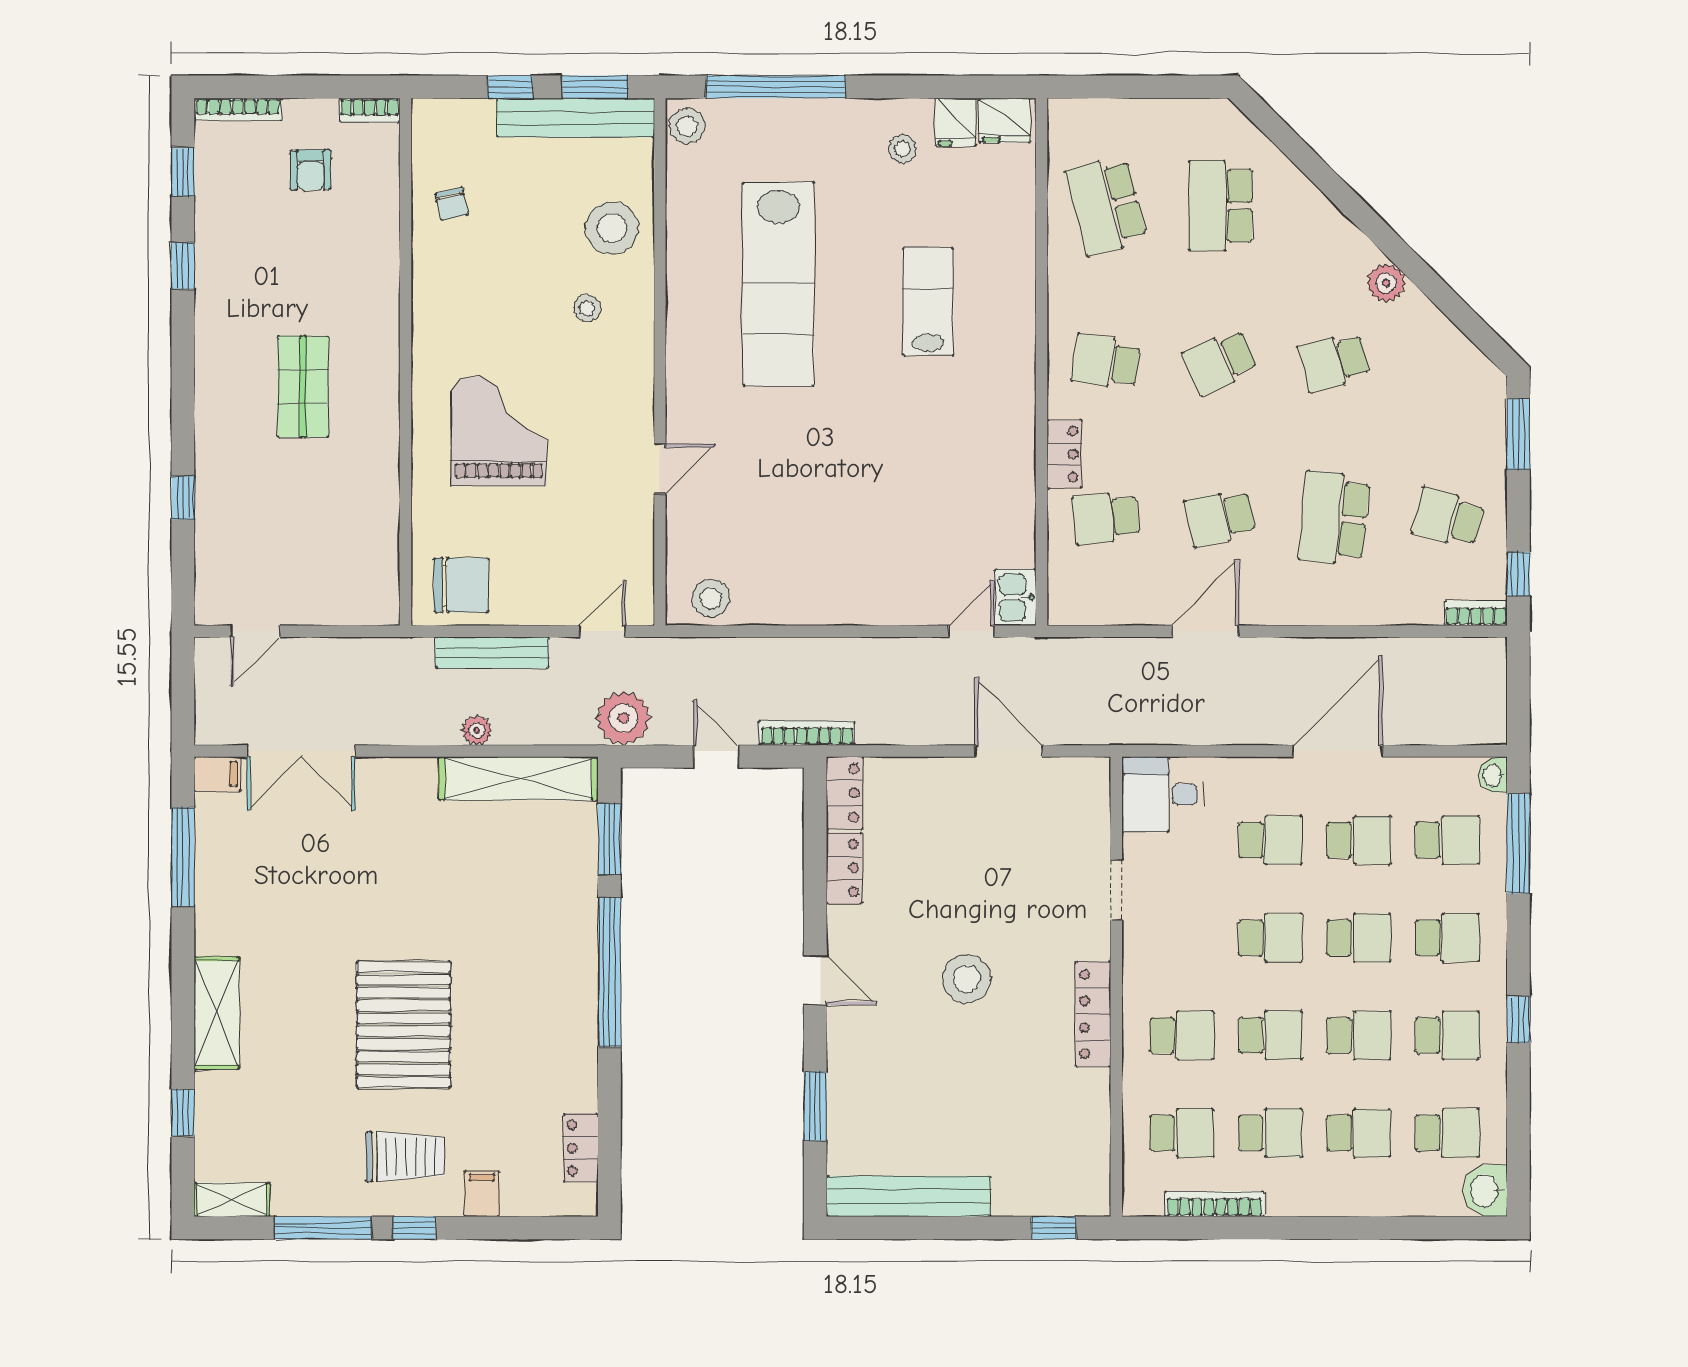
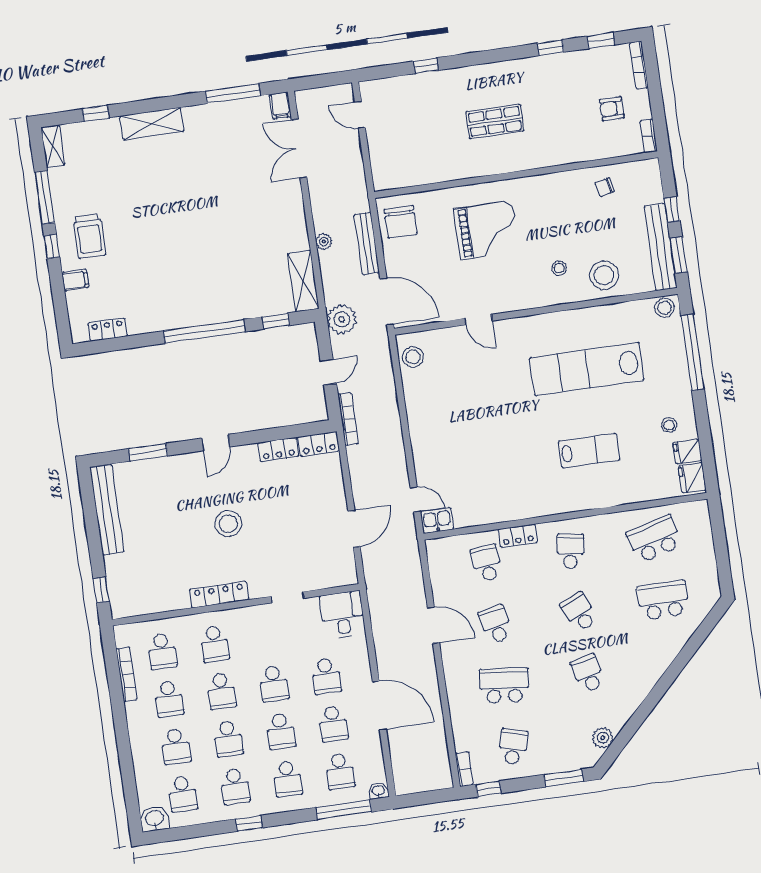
plant: (1386, 283) -> (603, 738), moved
door: (603, 631) -> (387, 301), width x1.88
shelving: (518, 778) -> (303, 281), width x0.68
window: (609, 839) -> (276, 321), width x0.67
pallet: (403, 1025) -> (160, 225), removed

